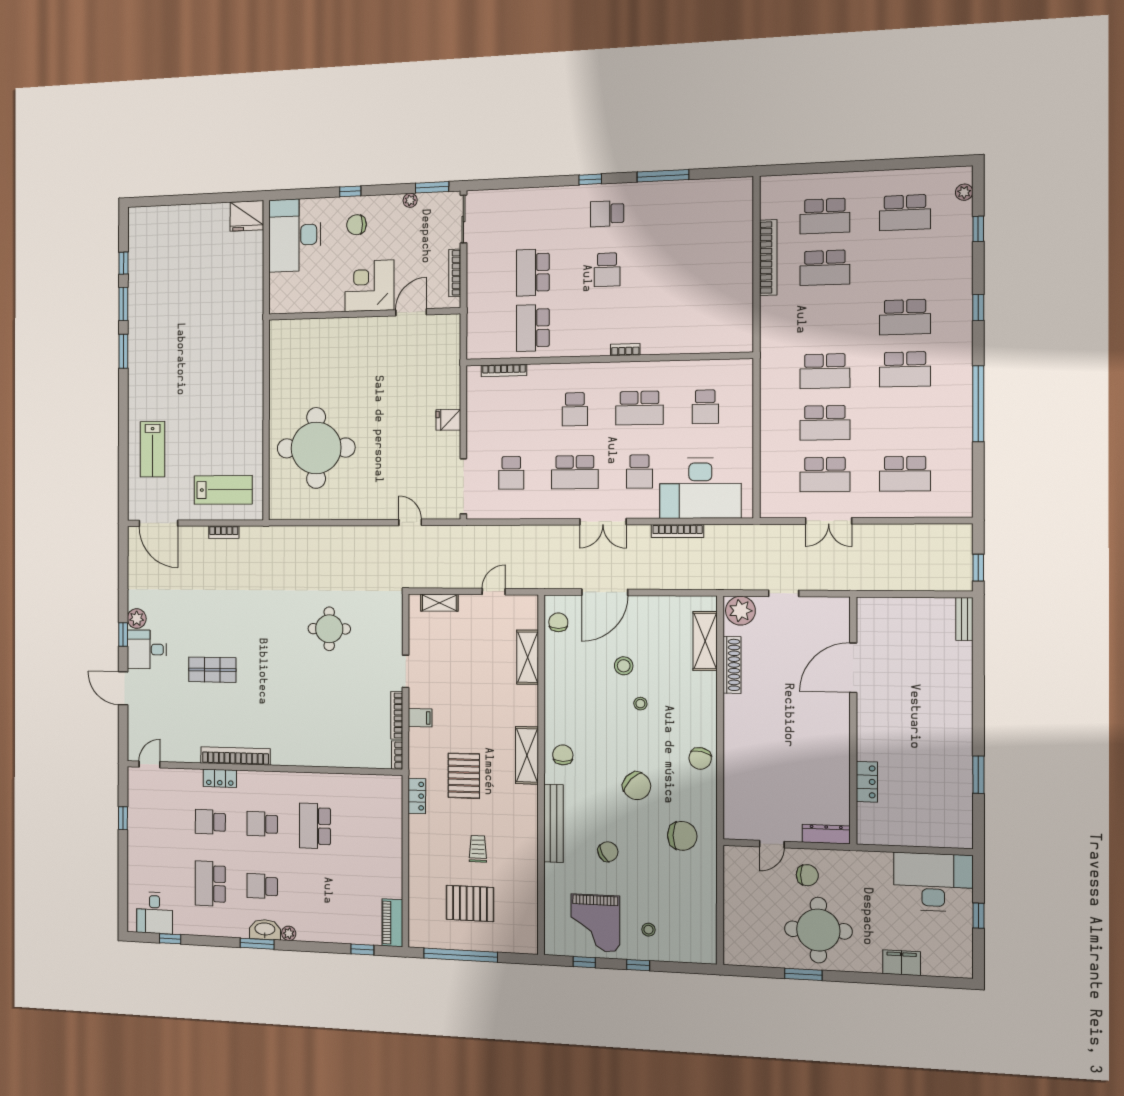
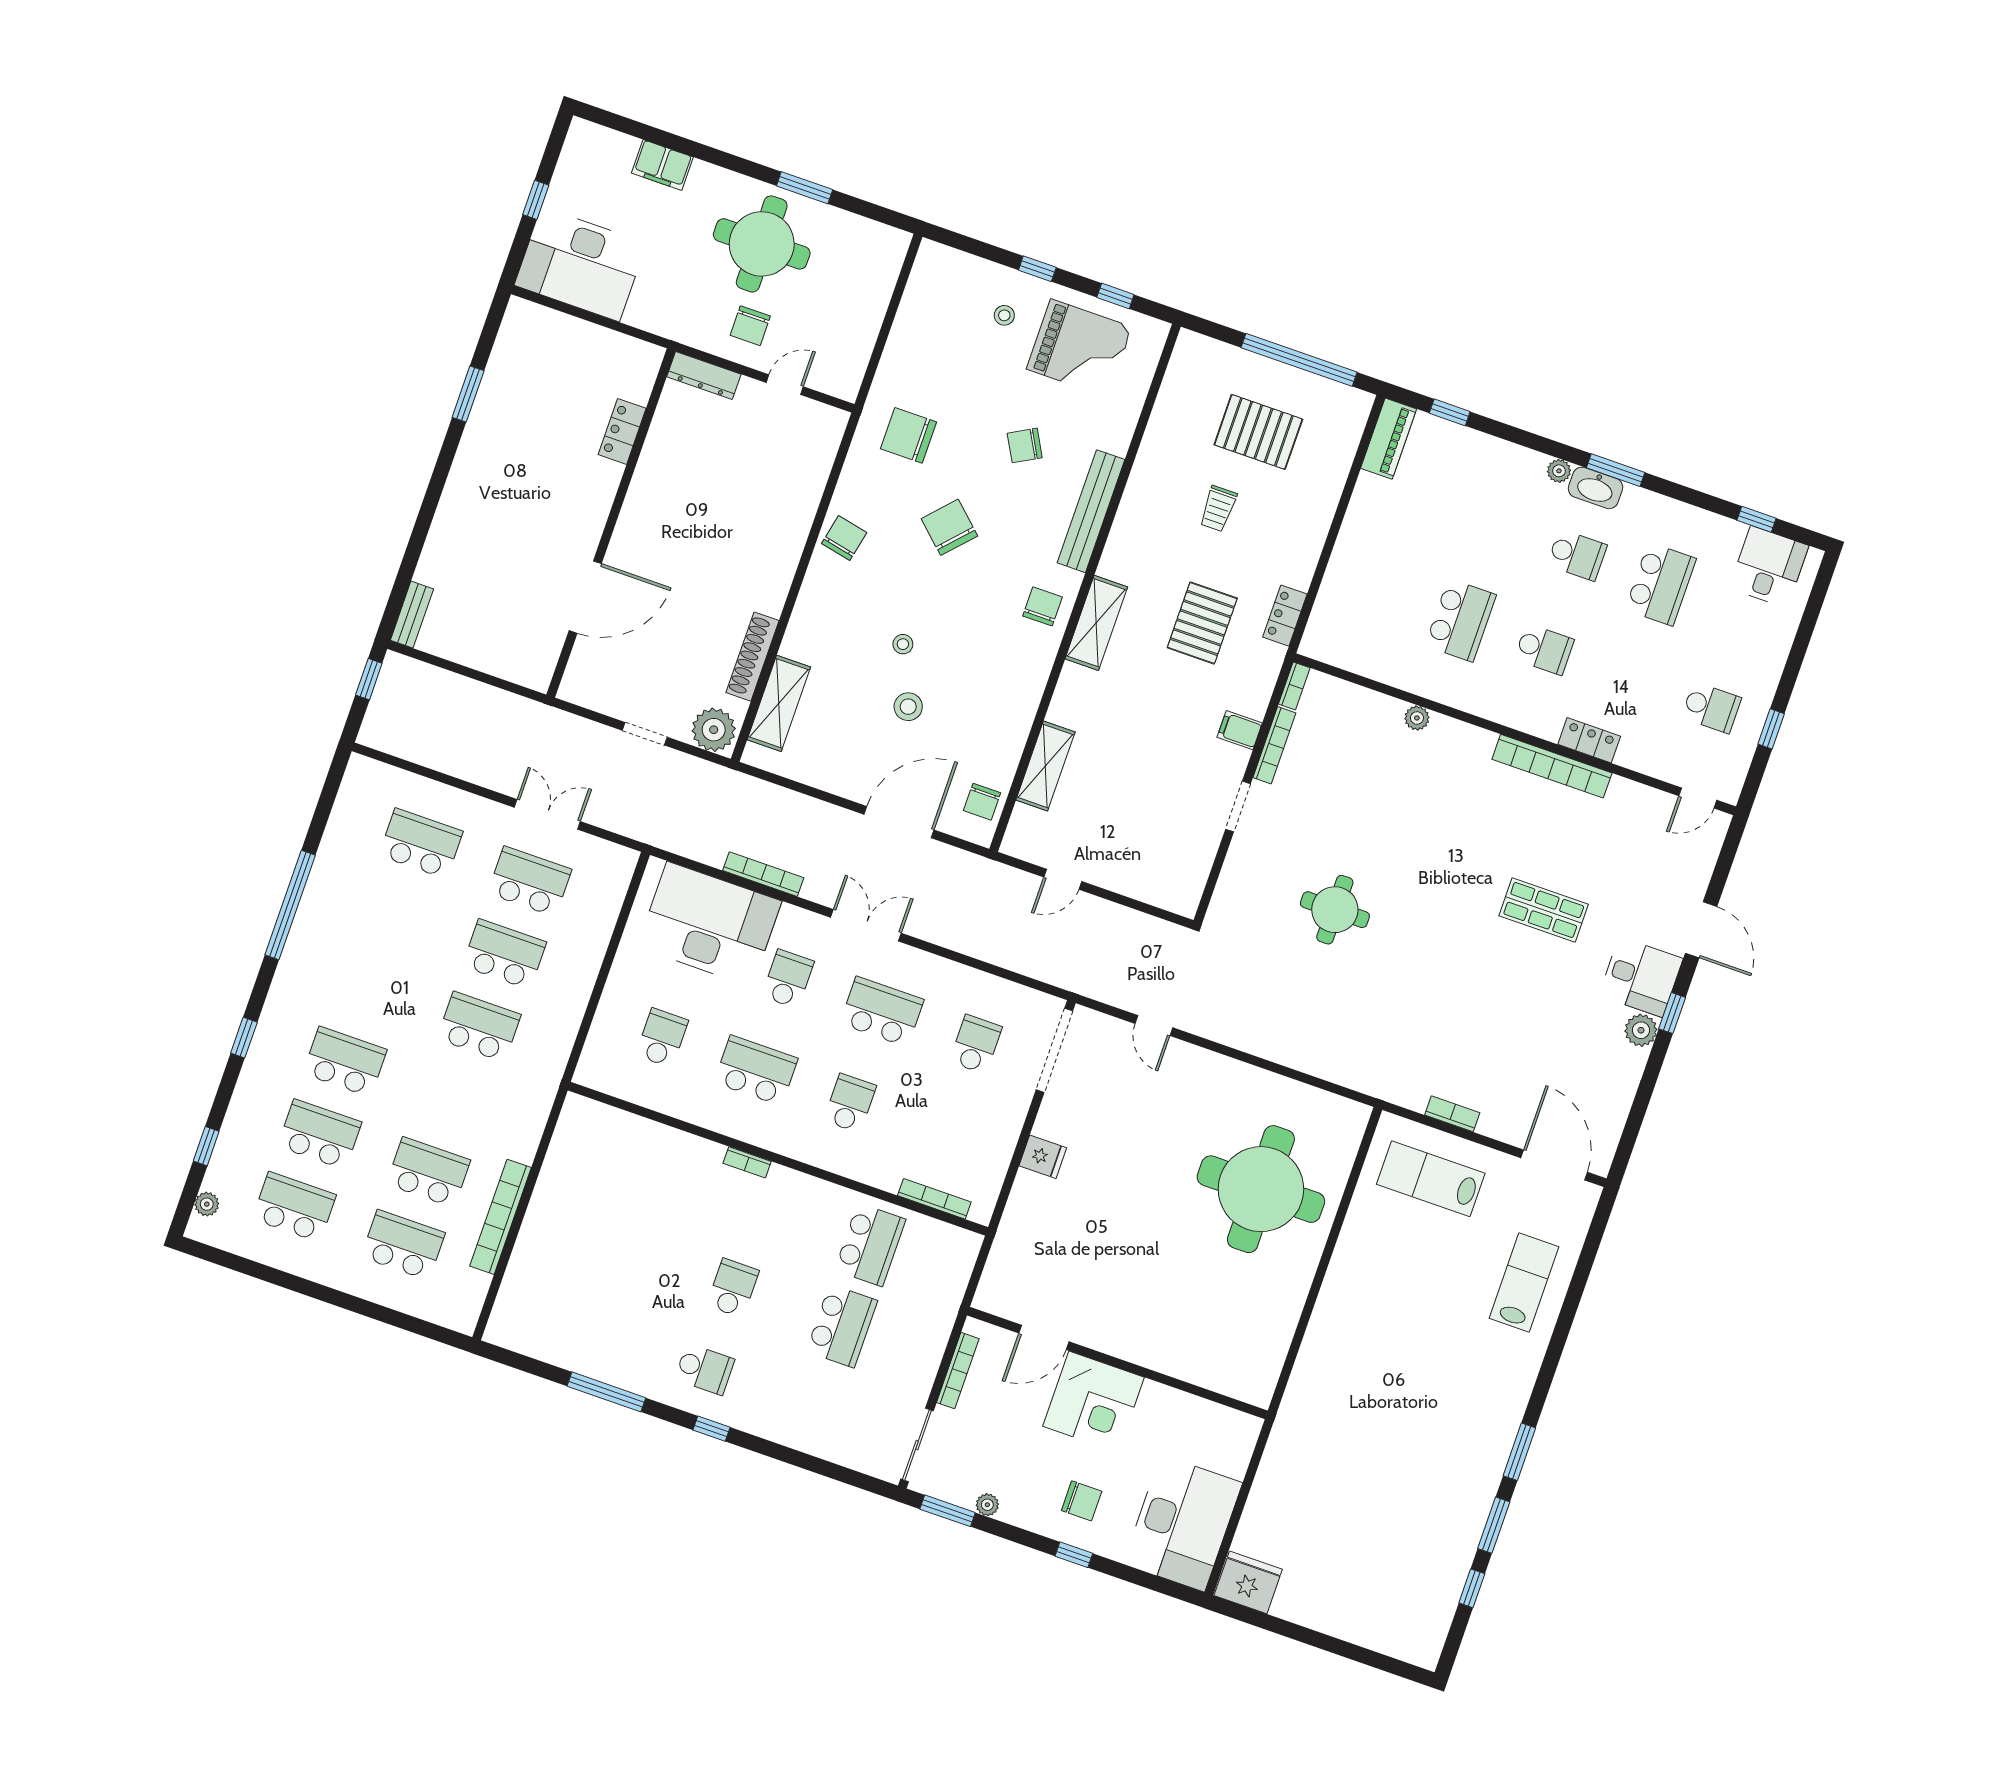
school desk: (905, 369) -> (320, 1134), moved
shelving: (439, 603) -> (1151, 891), removed
chair: (563, 755) -> (1043, 606), turned 180
plant: (320, 759) -> (1417, 718), added
school desk: (210, 822) -> (1711, 708), moved
chair: (807, 875) -> (750, 326), turned -90
grand piano: (595, 923) -> (1079, 348), turned 90

